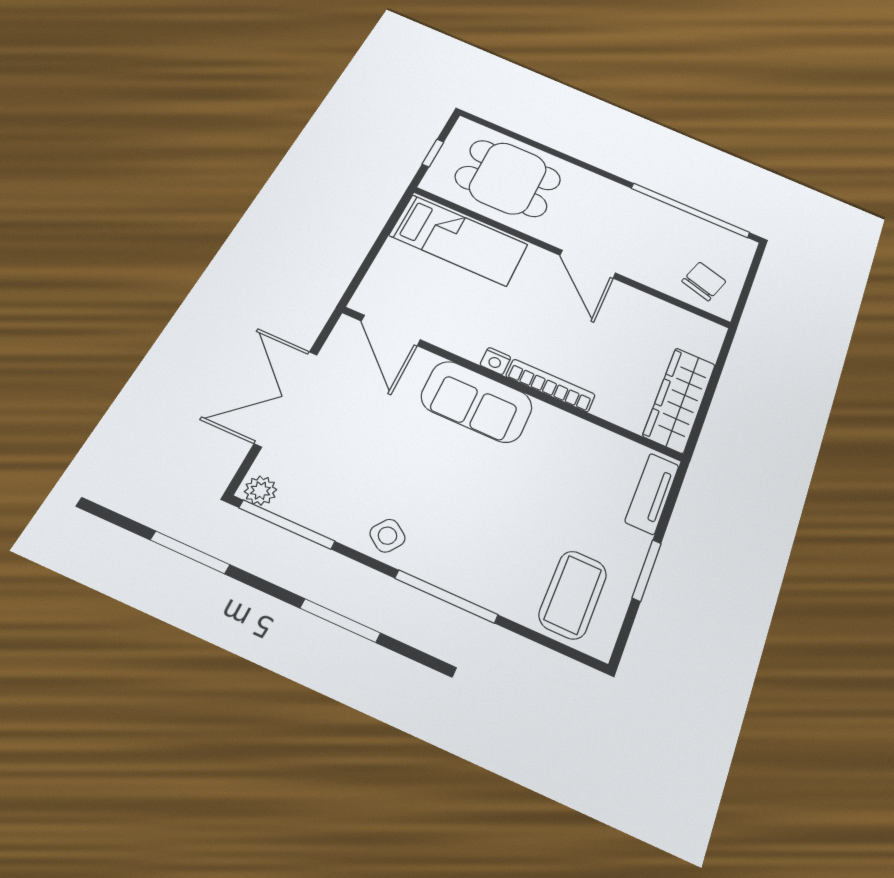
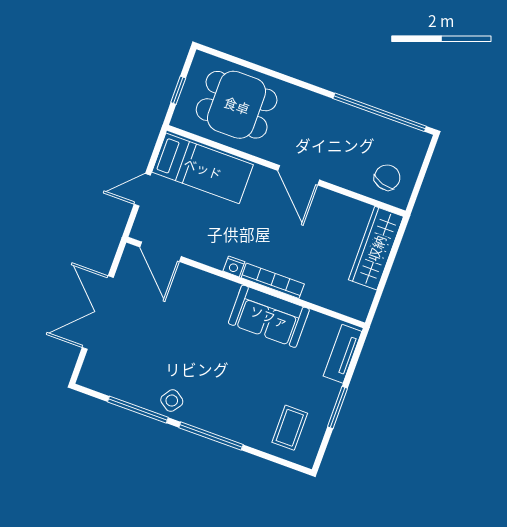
door: (373, 254) -> (142, 190), added
wardrobe: (679, 400) -> (376, 248), moved
sofa: (477, 402) -> (269, 316), moved
plant: (260, 491) -> (91, 379), removed
window: (287, 525) -> (138, 410), moved
coffee table: (573, 595) -> (290, 428), width x0.73, depth x0.77

